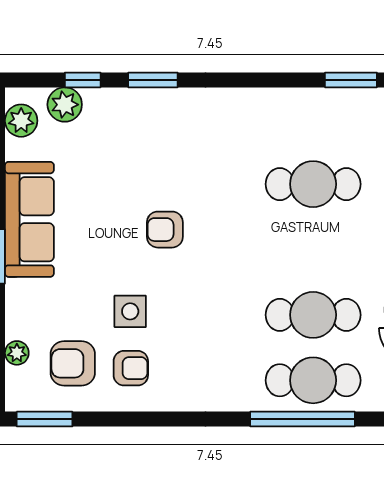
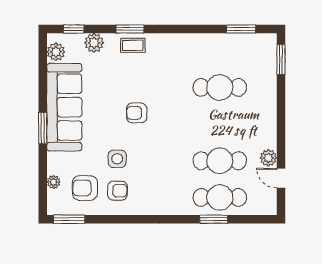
window: (83, 80) -> (74, 29), moved
plant: (65, 105) -> (94, 43), moved
coffee table: (158, 109) -> (133, 45), added
sofa: (29, 219) -> (64, 107), width x1.36, depth x1.27
window: (303, 419) -> (214, 219), width x0.47

